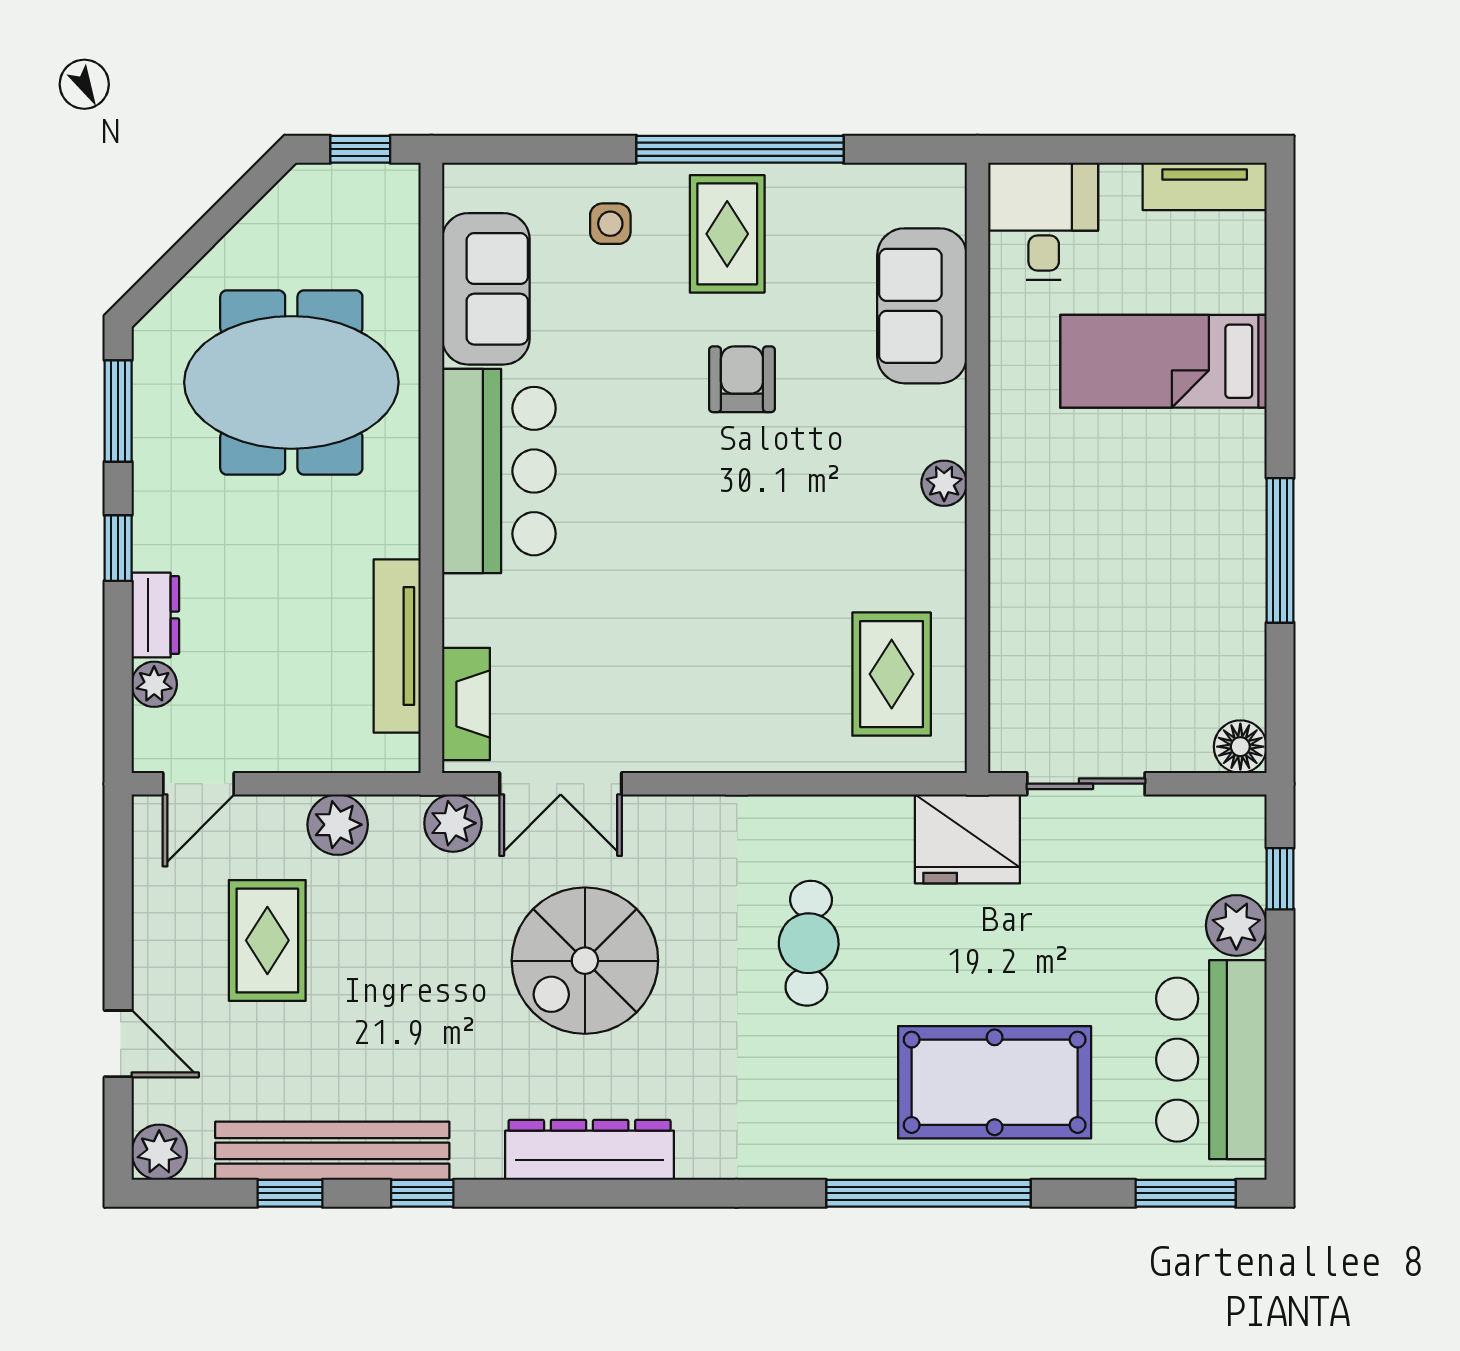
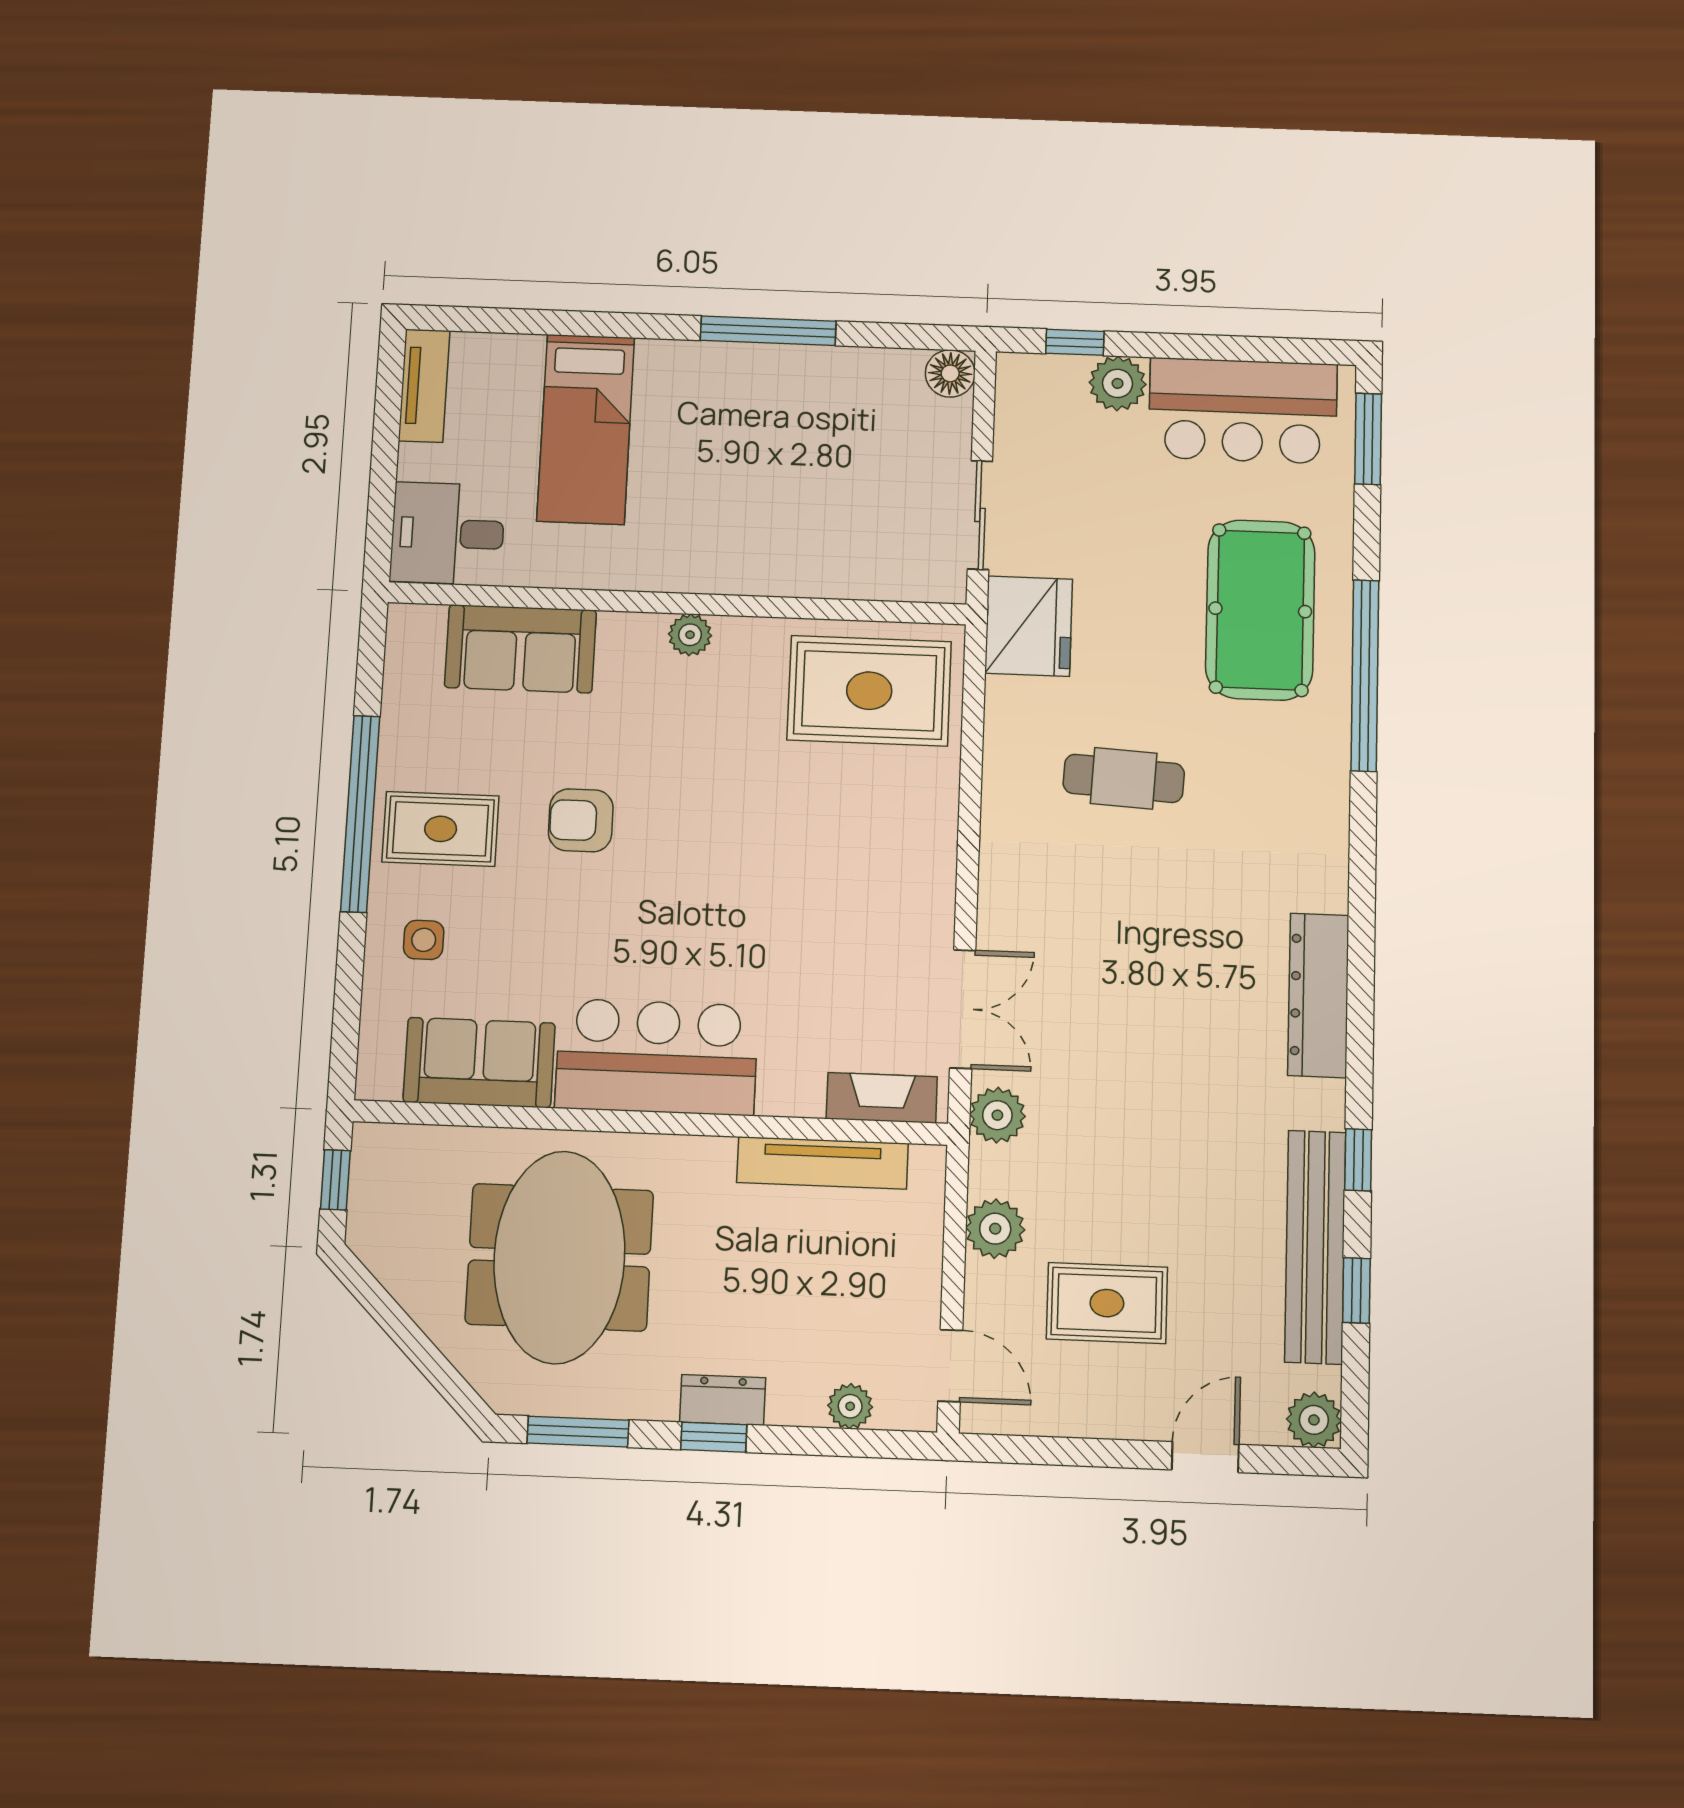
dresser: (155, 615) -> (723, 1400), moved
rug: (892, 674) -> (869, 691), width x1.36, depth x1.43
spiral stairs: (585, 961) -> (1135, 992), removed

